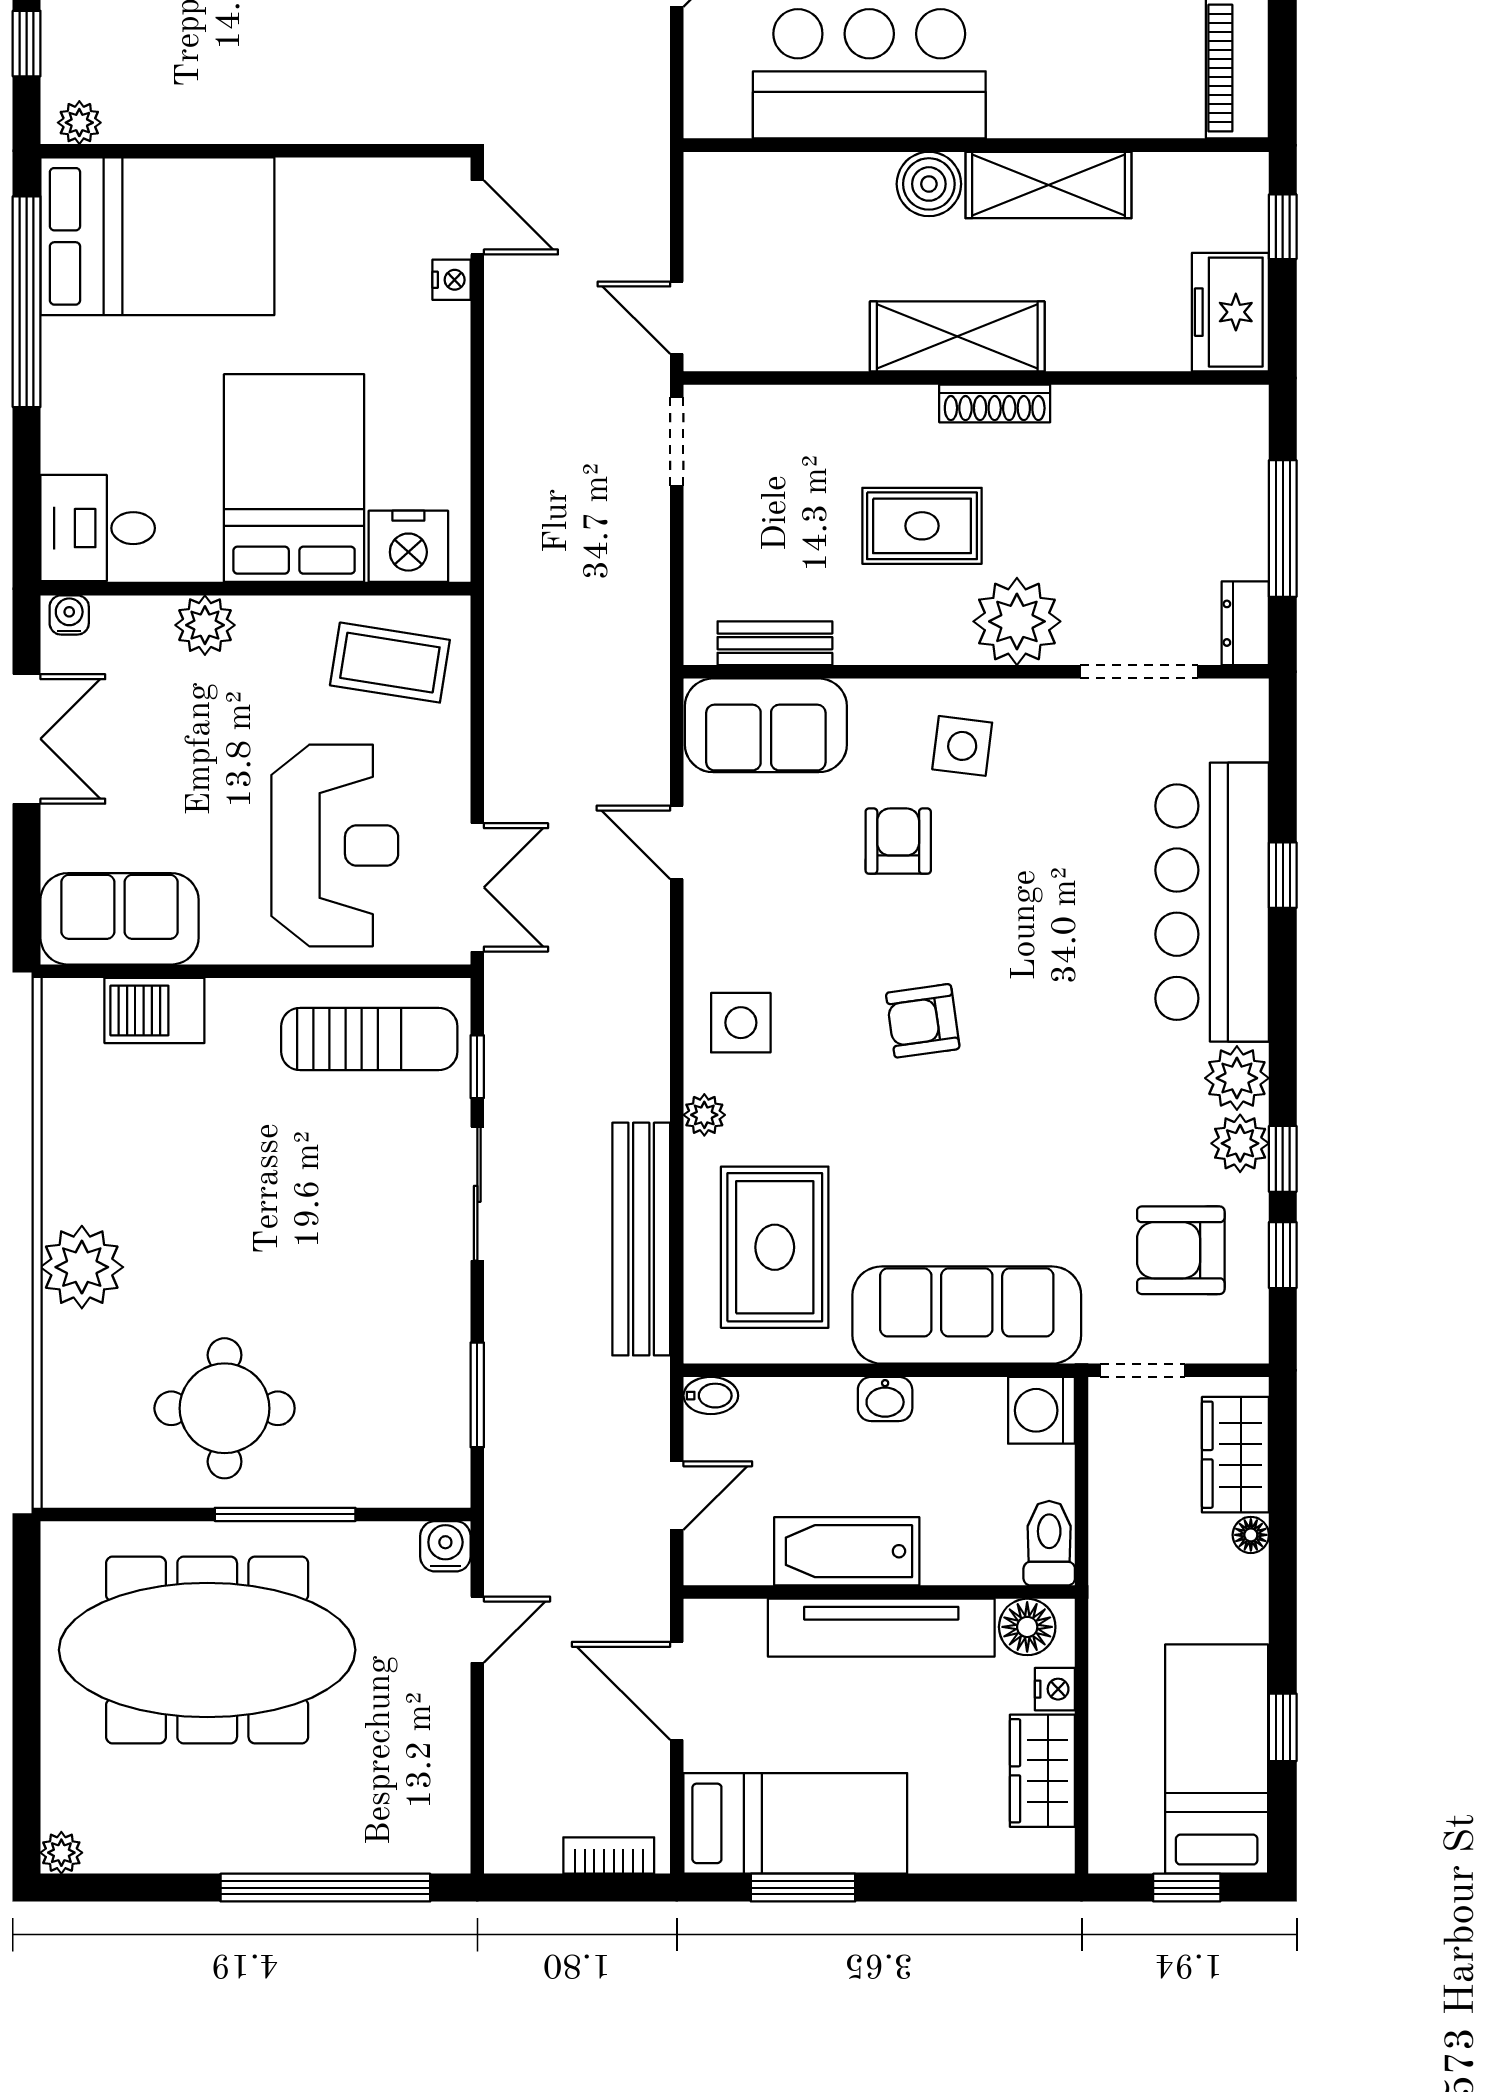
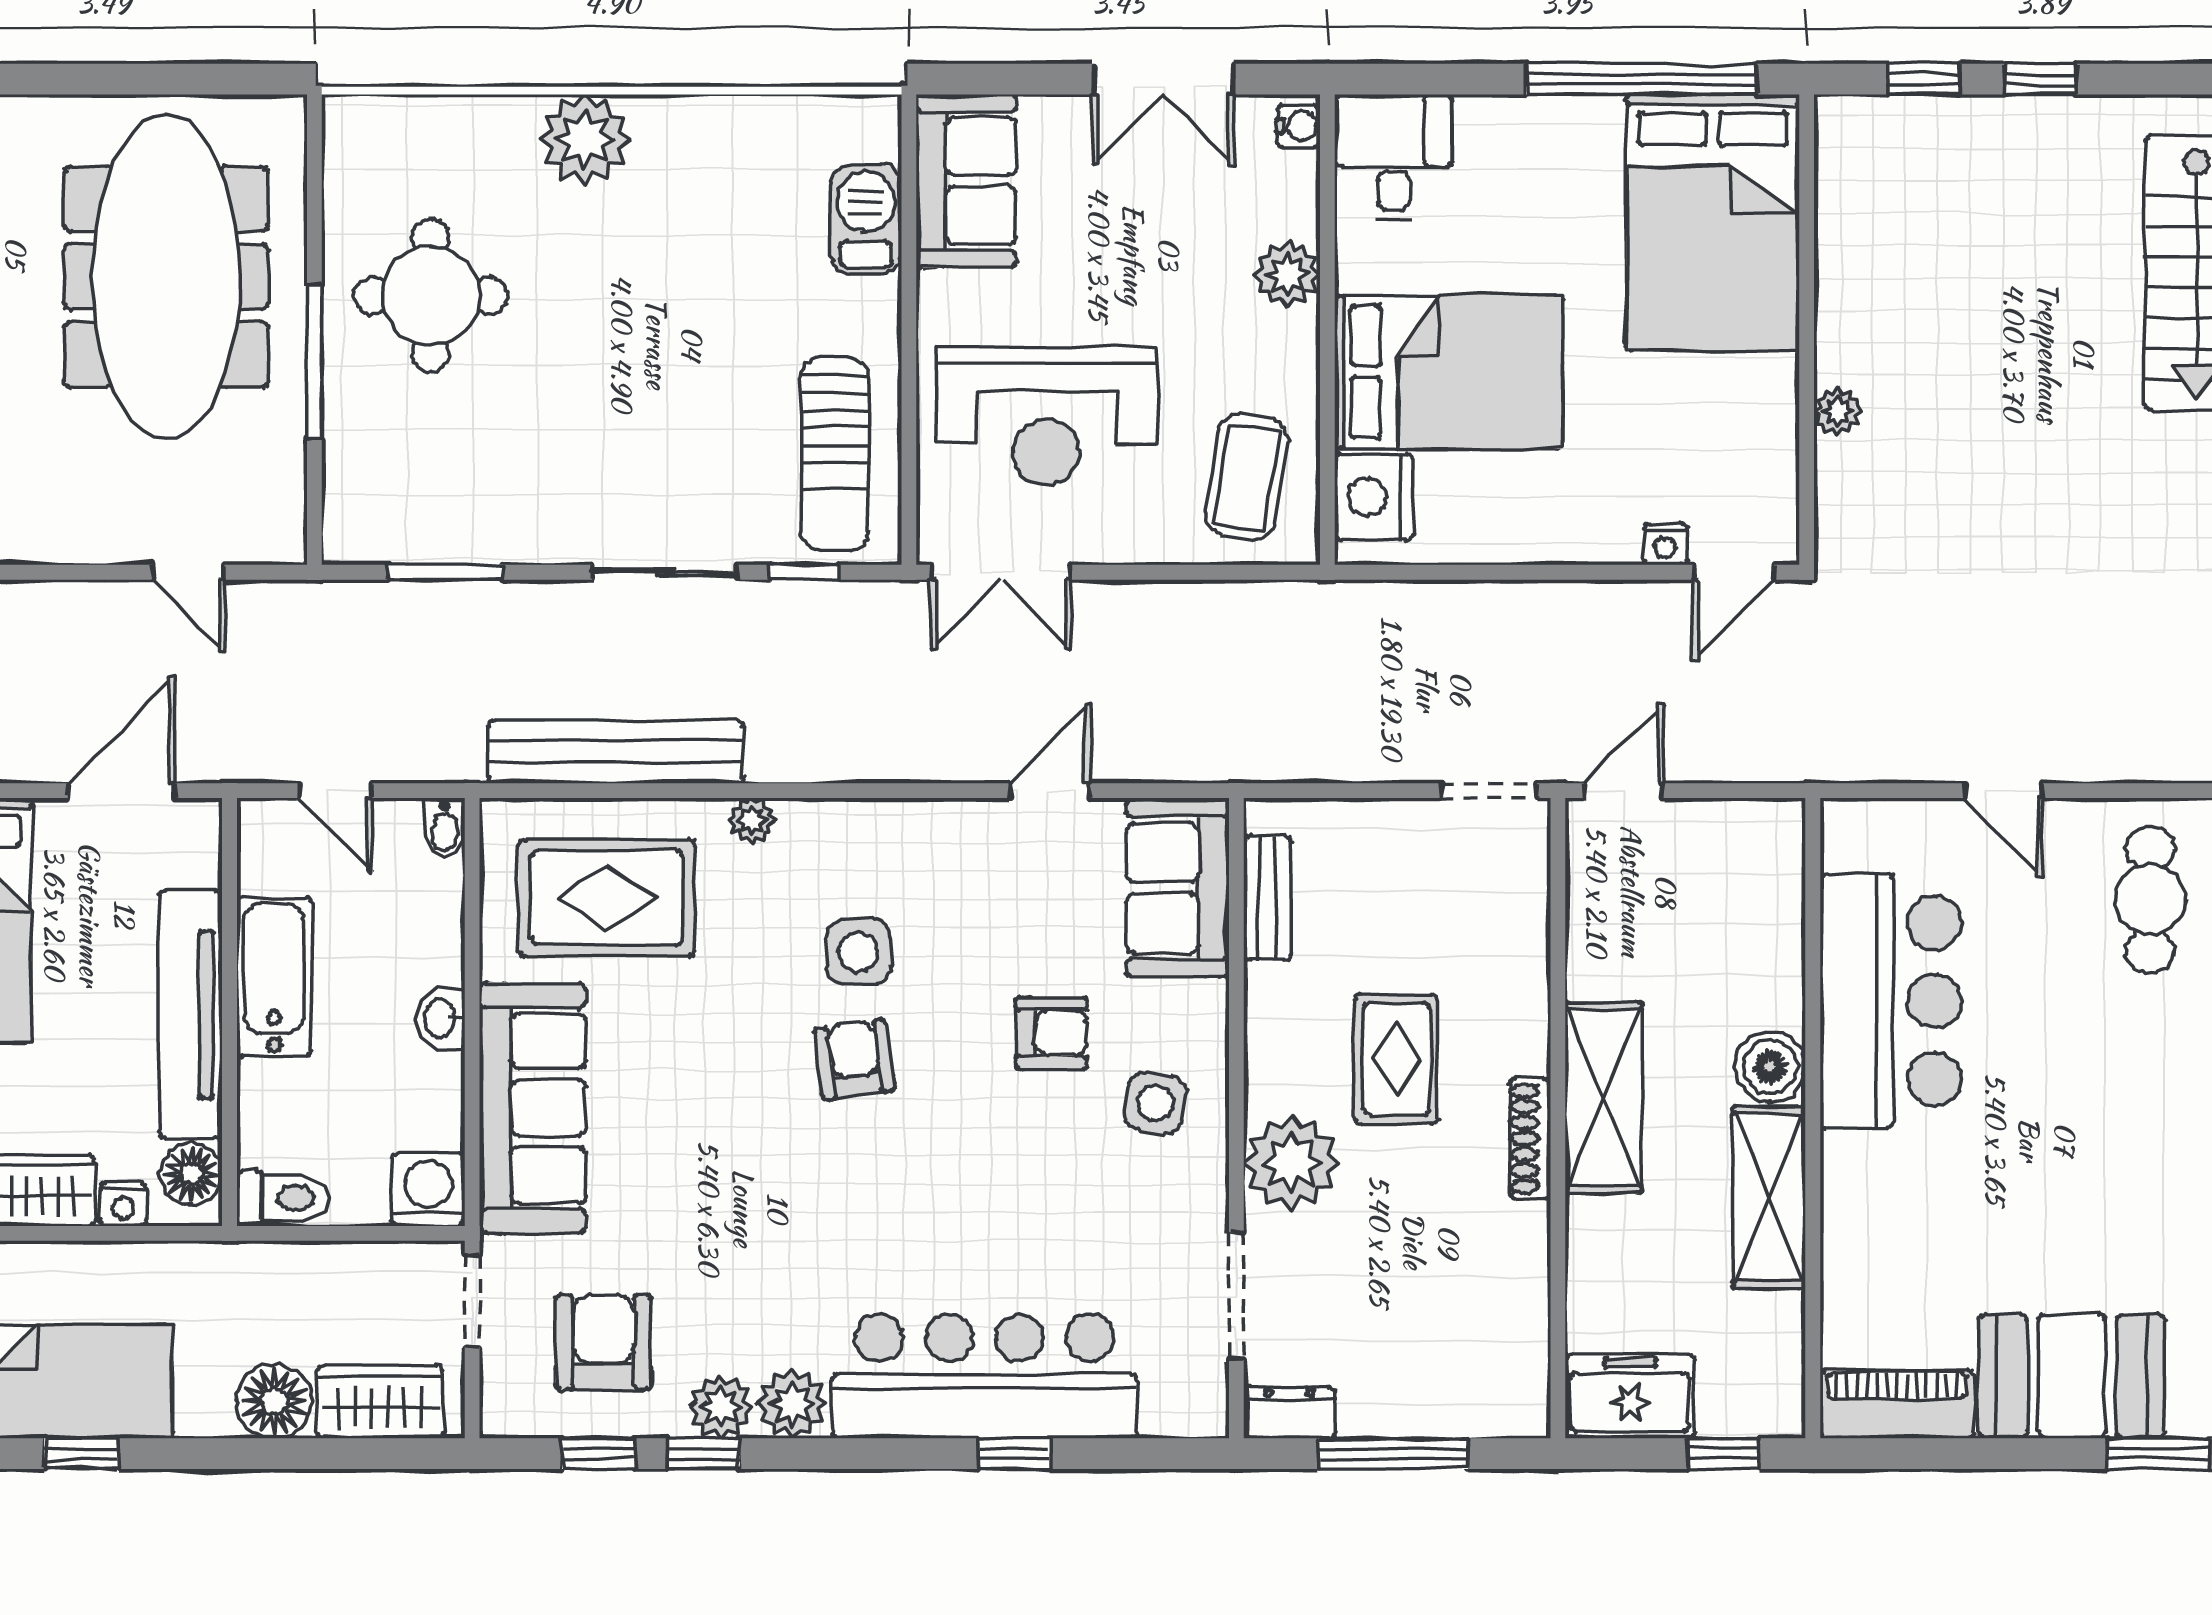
plant: (79, 123) -> (1837, 411), moved
side table: (741, 1023) -> (858, 952), moved
floor lamp: (1251, 1535) -> (274, 1401), width x1.89, depth x1.89
water cooler: (445, 1546) -> (280, 537), removed

